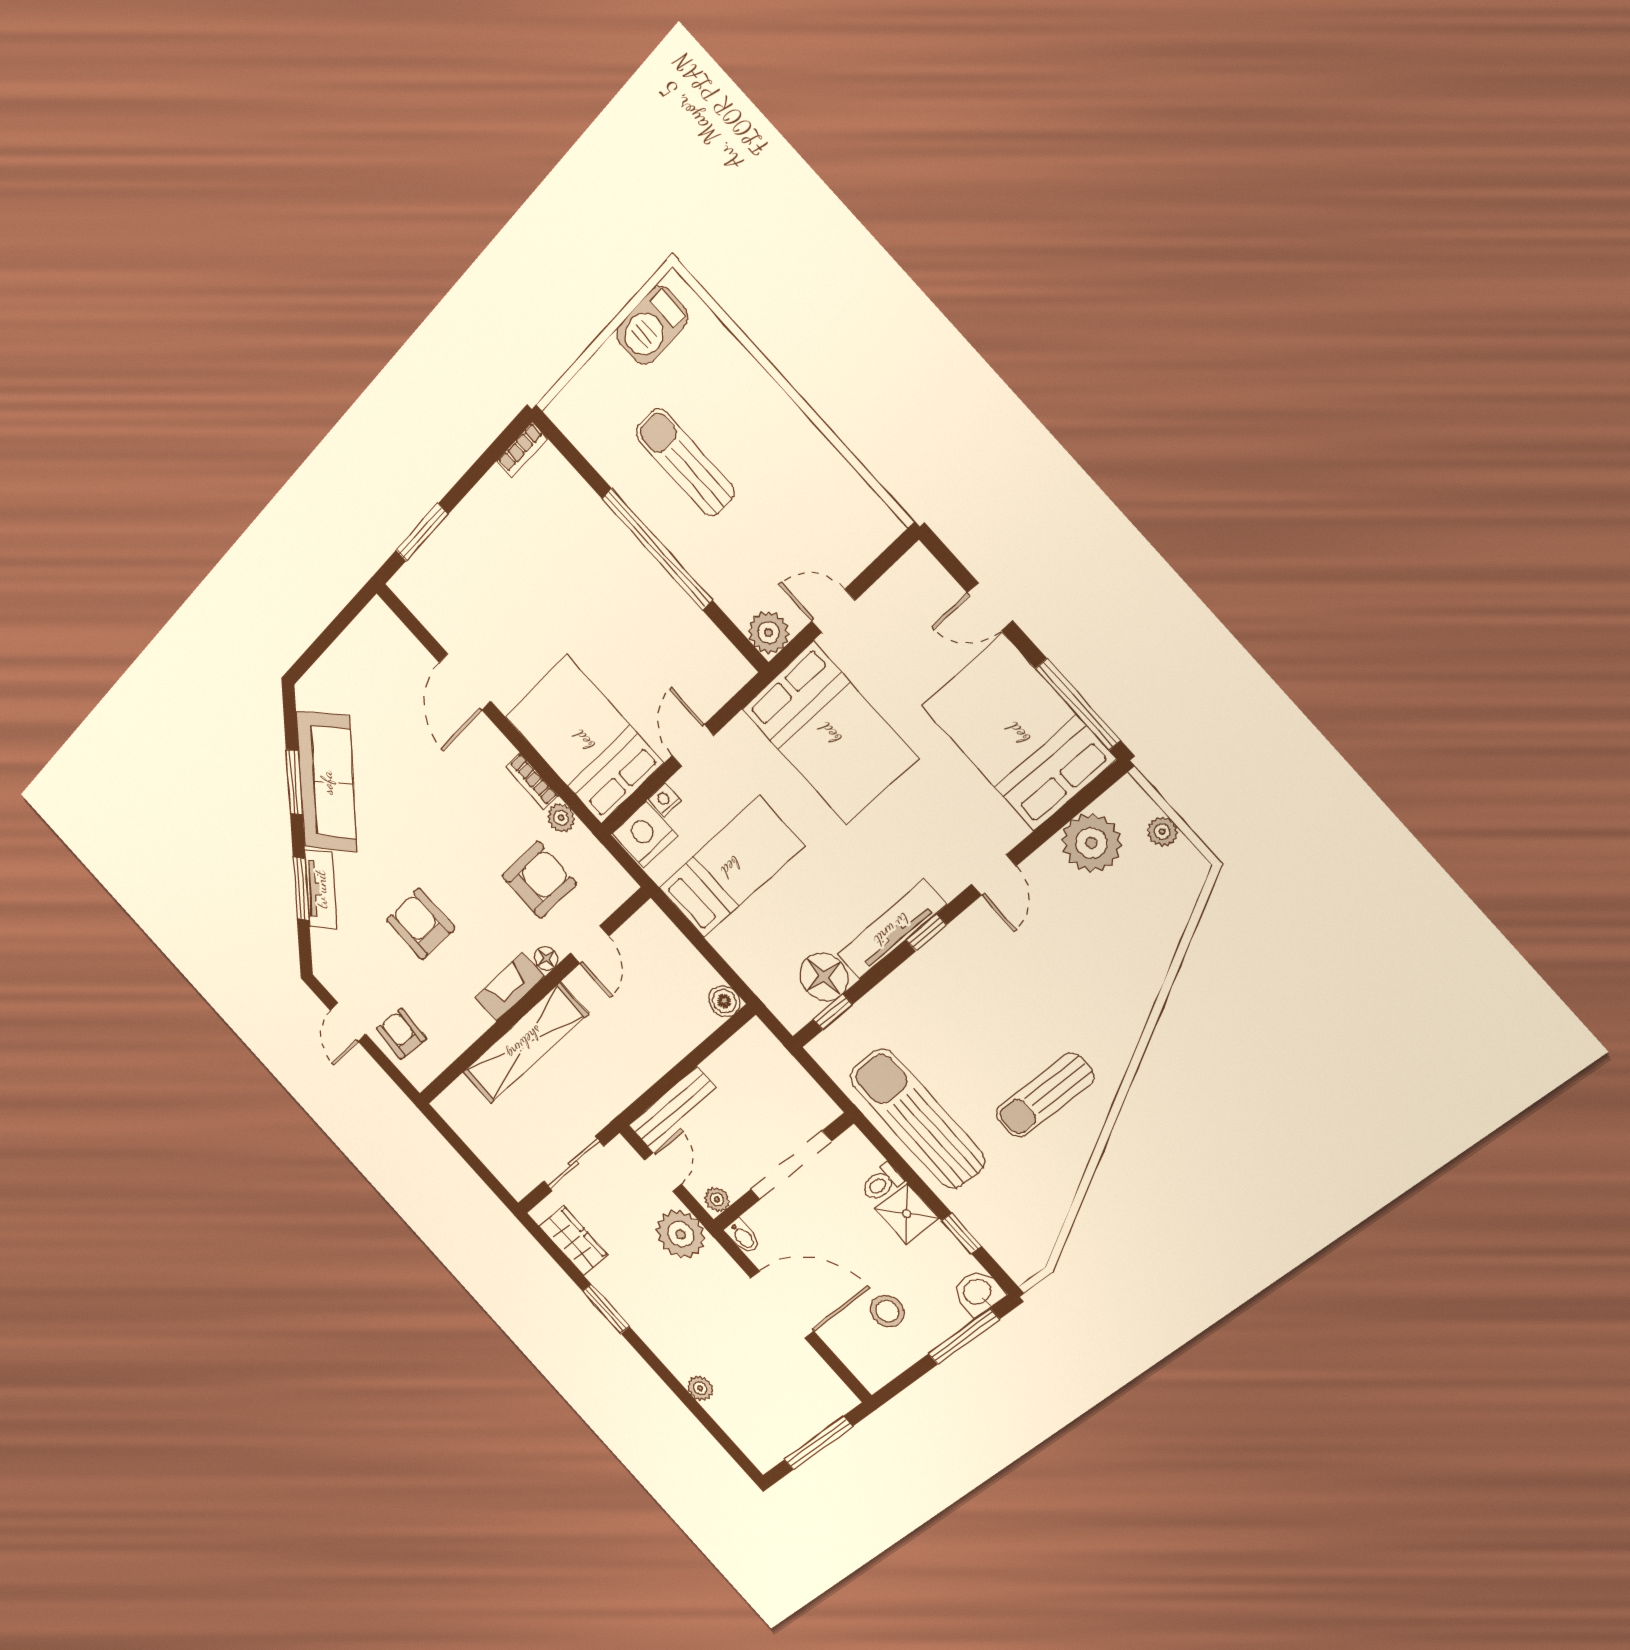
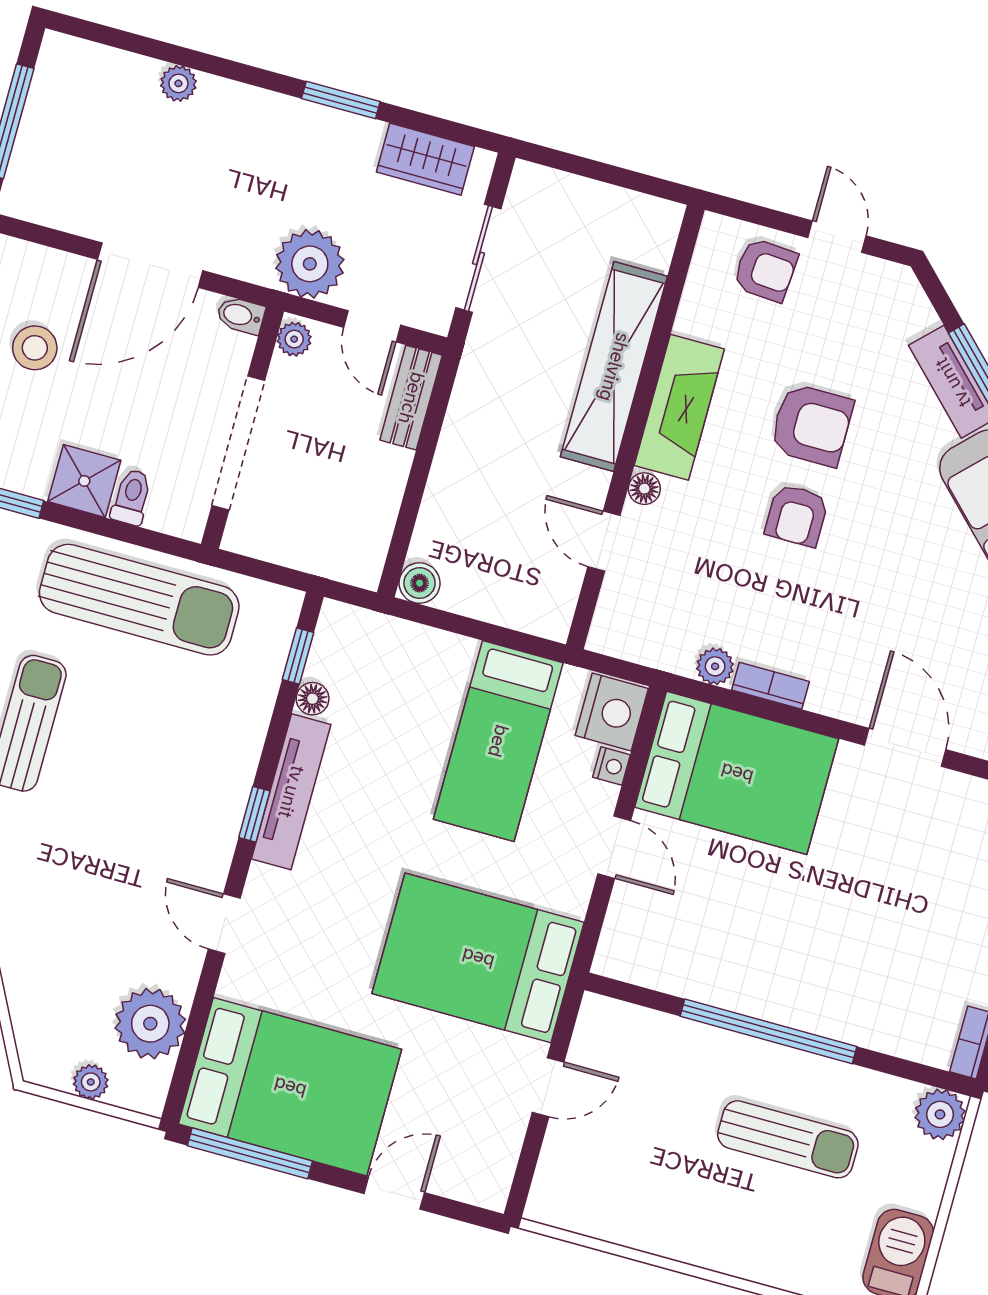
plant: (769, 632) -> (940, 1114), moved
armchair: (539, 880) -> (797, 515), moved, width x0.72, depth x0.72
floor lamp: (824, 977) -> (313, 699), width x0.53, depth x0.53
fireplace: (510, 987) -> (679, 407), width x1.37, depth x1.32
bench: (672, 1107) -> (411, 398), width x0.73

